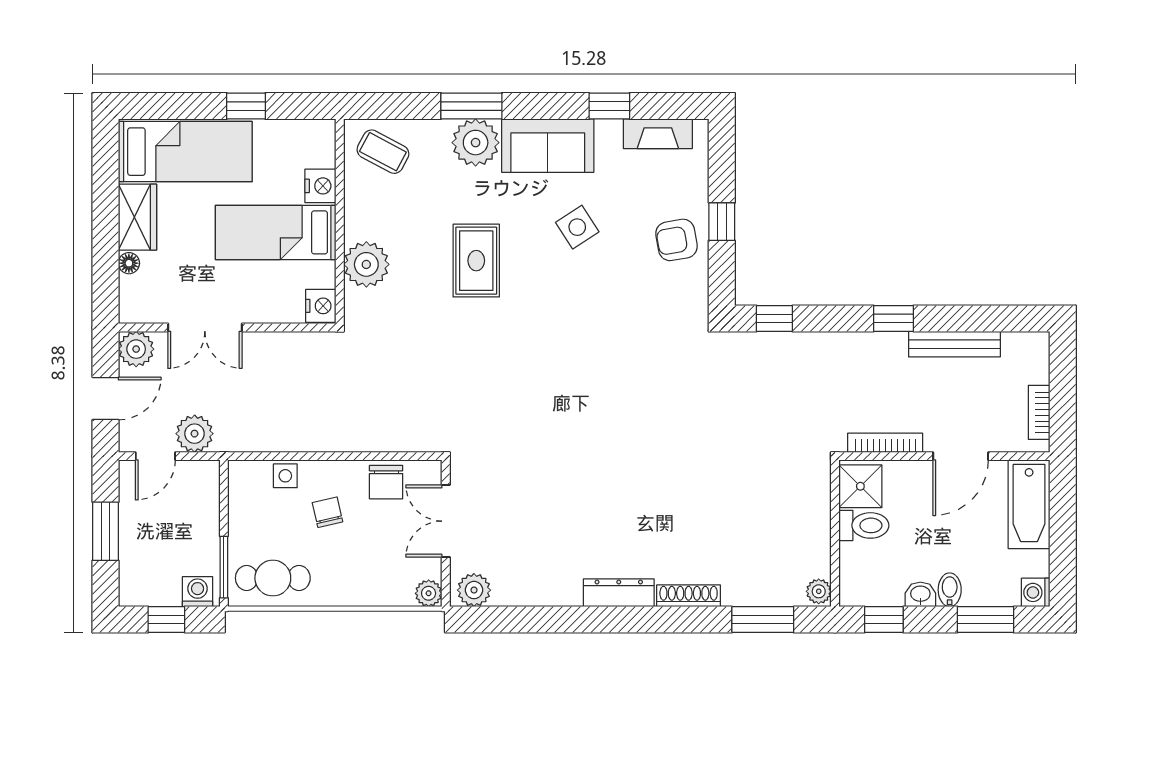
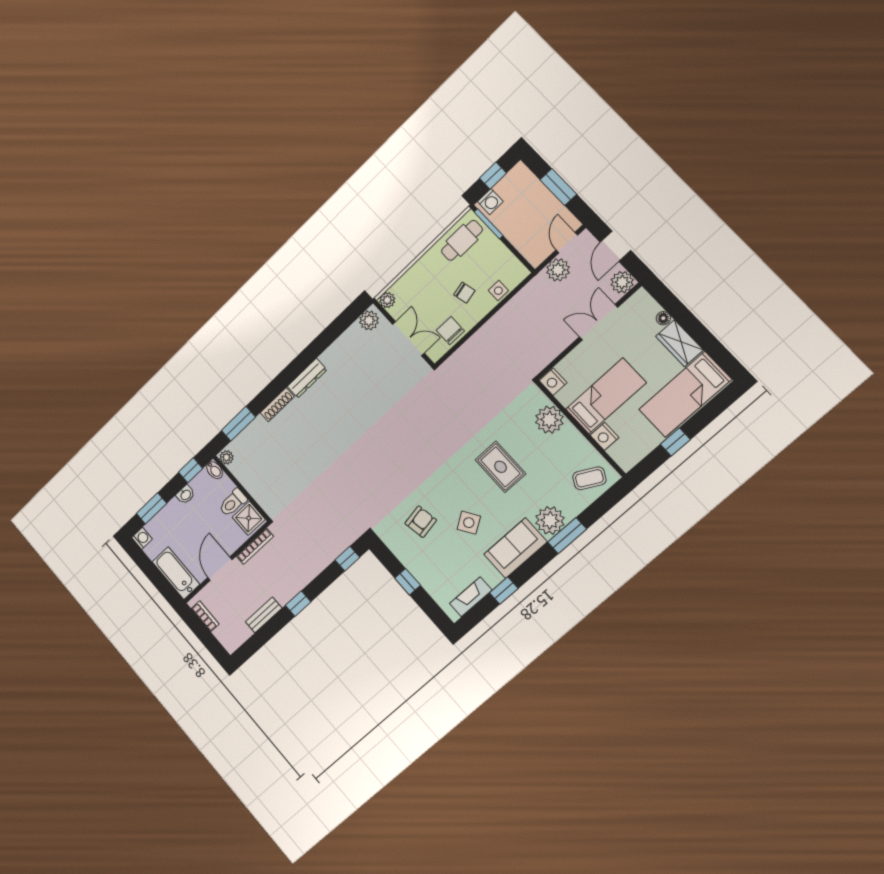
armchair: (677, 240) -> (421, 522), moved
bench: (954, 344) -> (264, 615), width x0.73
bidet: (950, 590) -> (215, 470), moved

